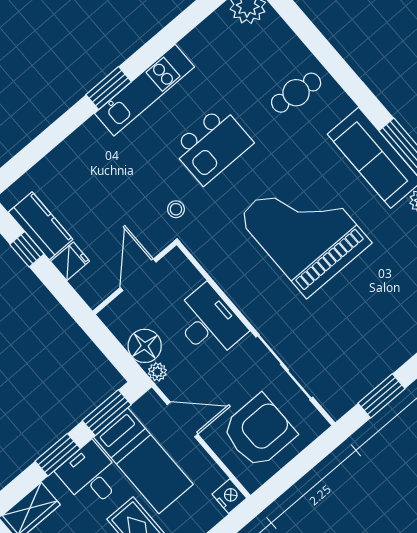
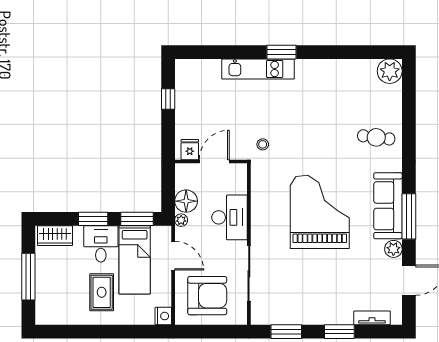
kitchen unit: (144, 90) -> (258, 69), moved
kitchen island: (212, 145) -> (310, 127), removed
kitchen counter: (41, 226) -> (185, 93), removed
fridge: (70, 261) -> (190, 150), moved, turned -90

